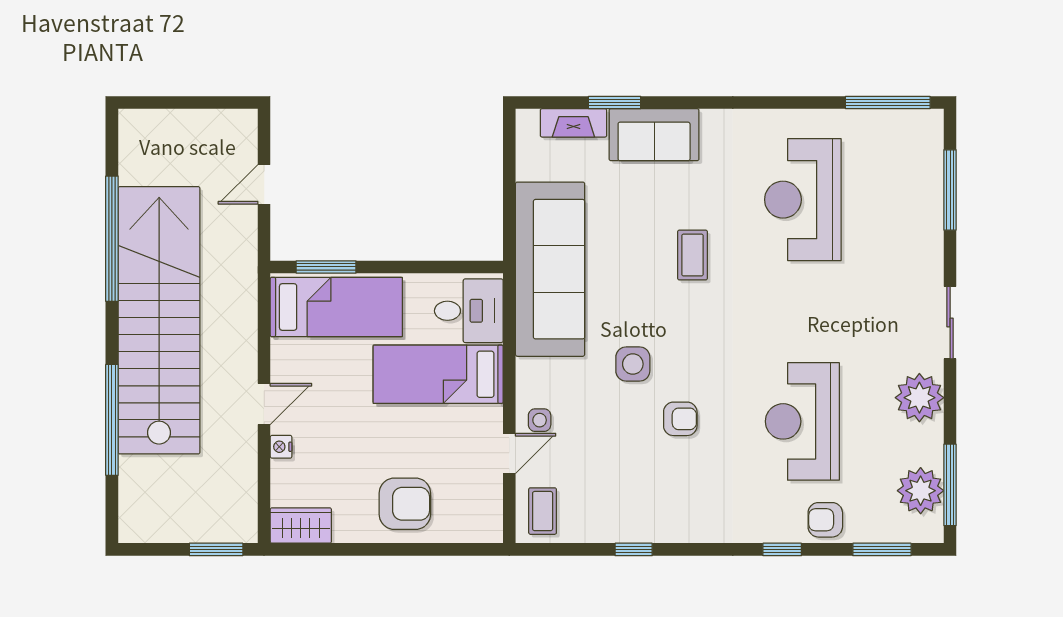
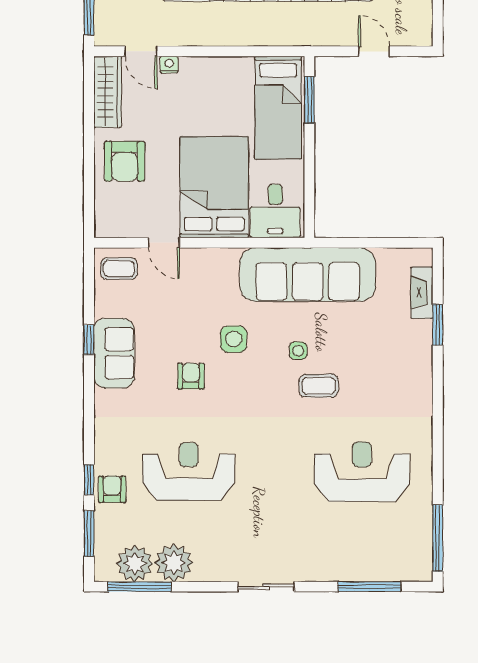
sofa: (654, 135) -> (114, 353), moved, turned 180
bed: (438, 374) -> (214, 187), width x1.50
plant: (919, 398) -> (174, 563), moved
door: (264, 404) -> (141, 51), moved
armchair: (680, 419) -> (191, 376), turned 180
side table: (540, 420) -> (298, 351), moved
wardrobe: (301, 526) -> (108, 92), width x1.50
window: (782, 549) -> (89, 480), moved

